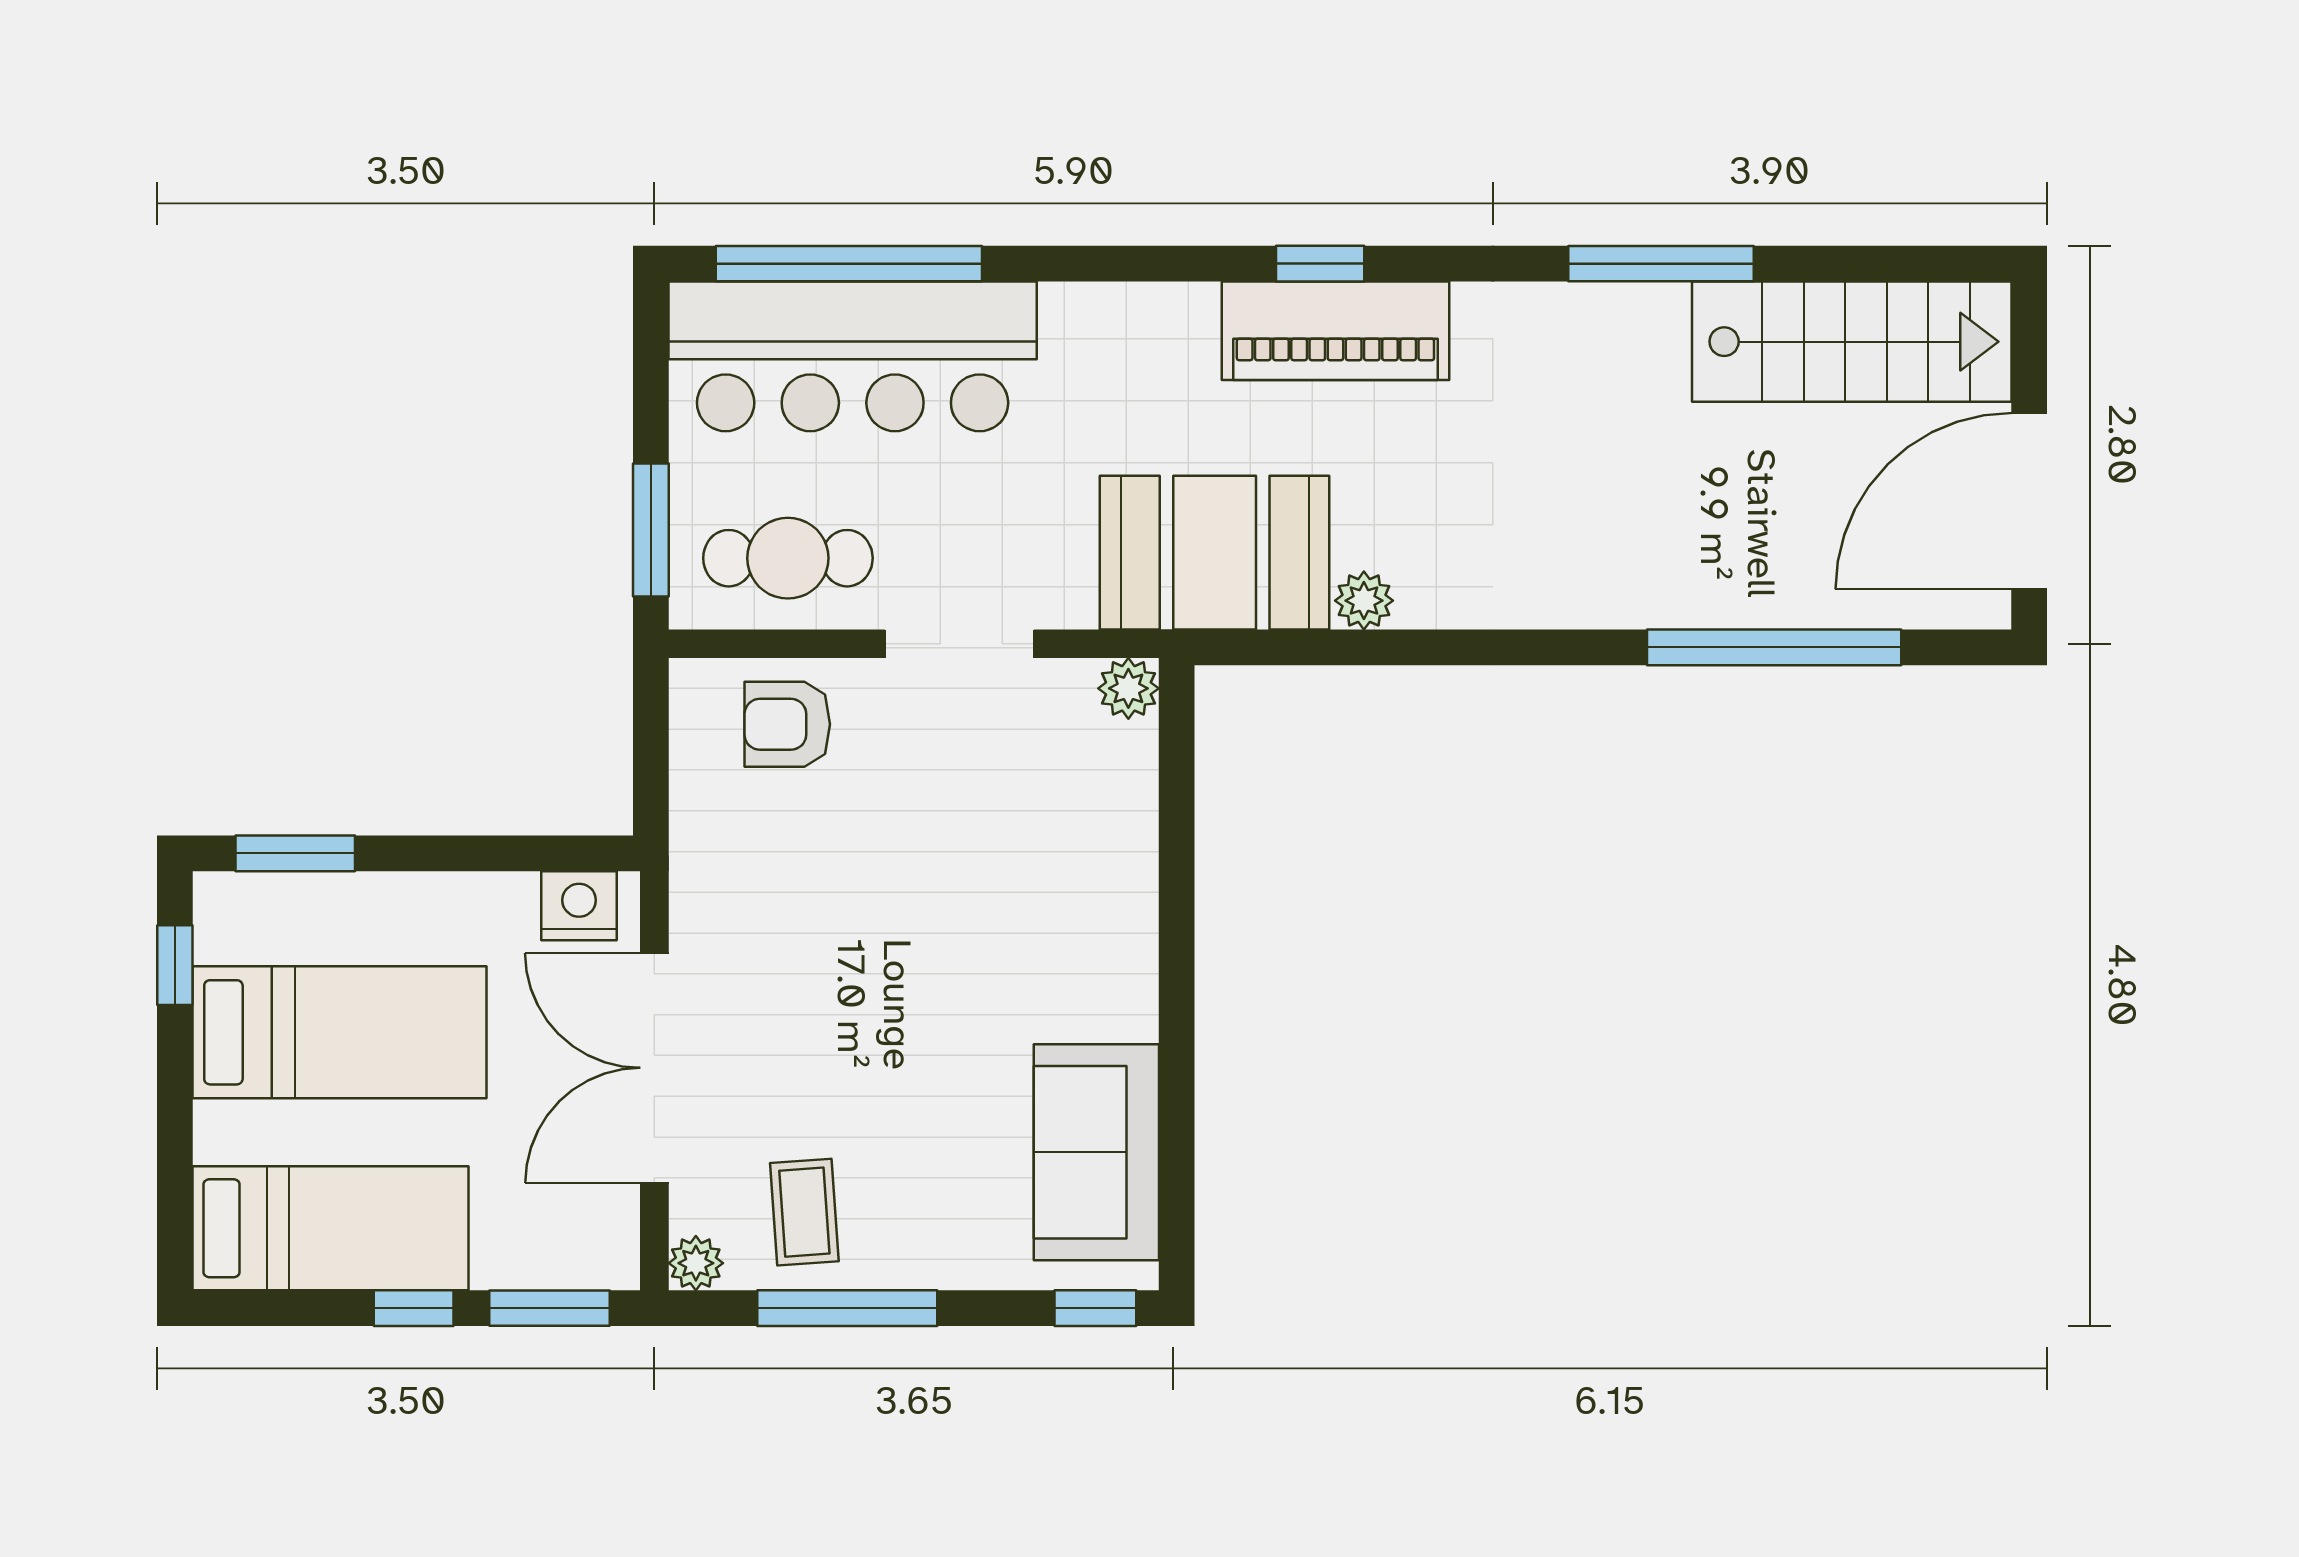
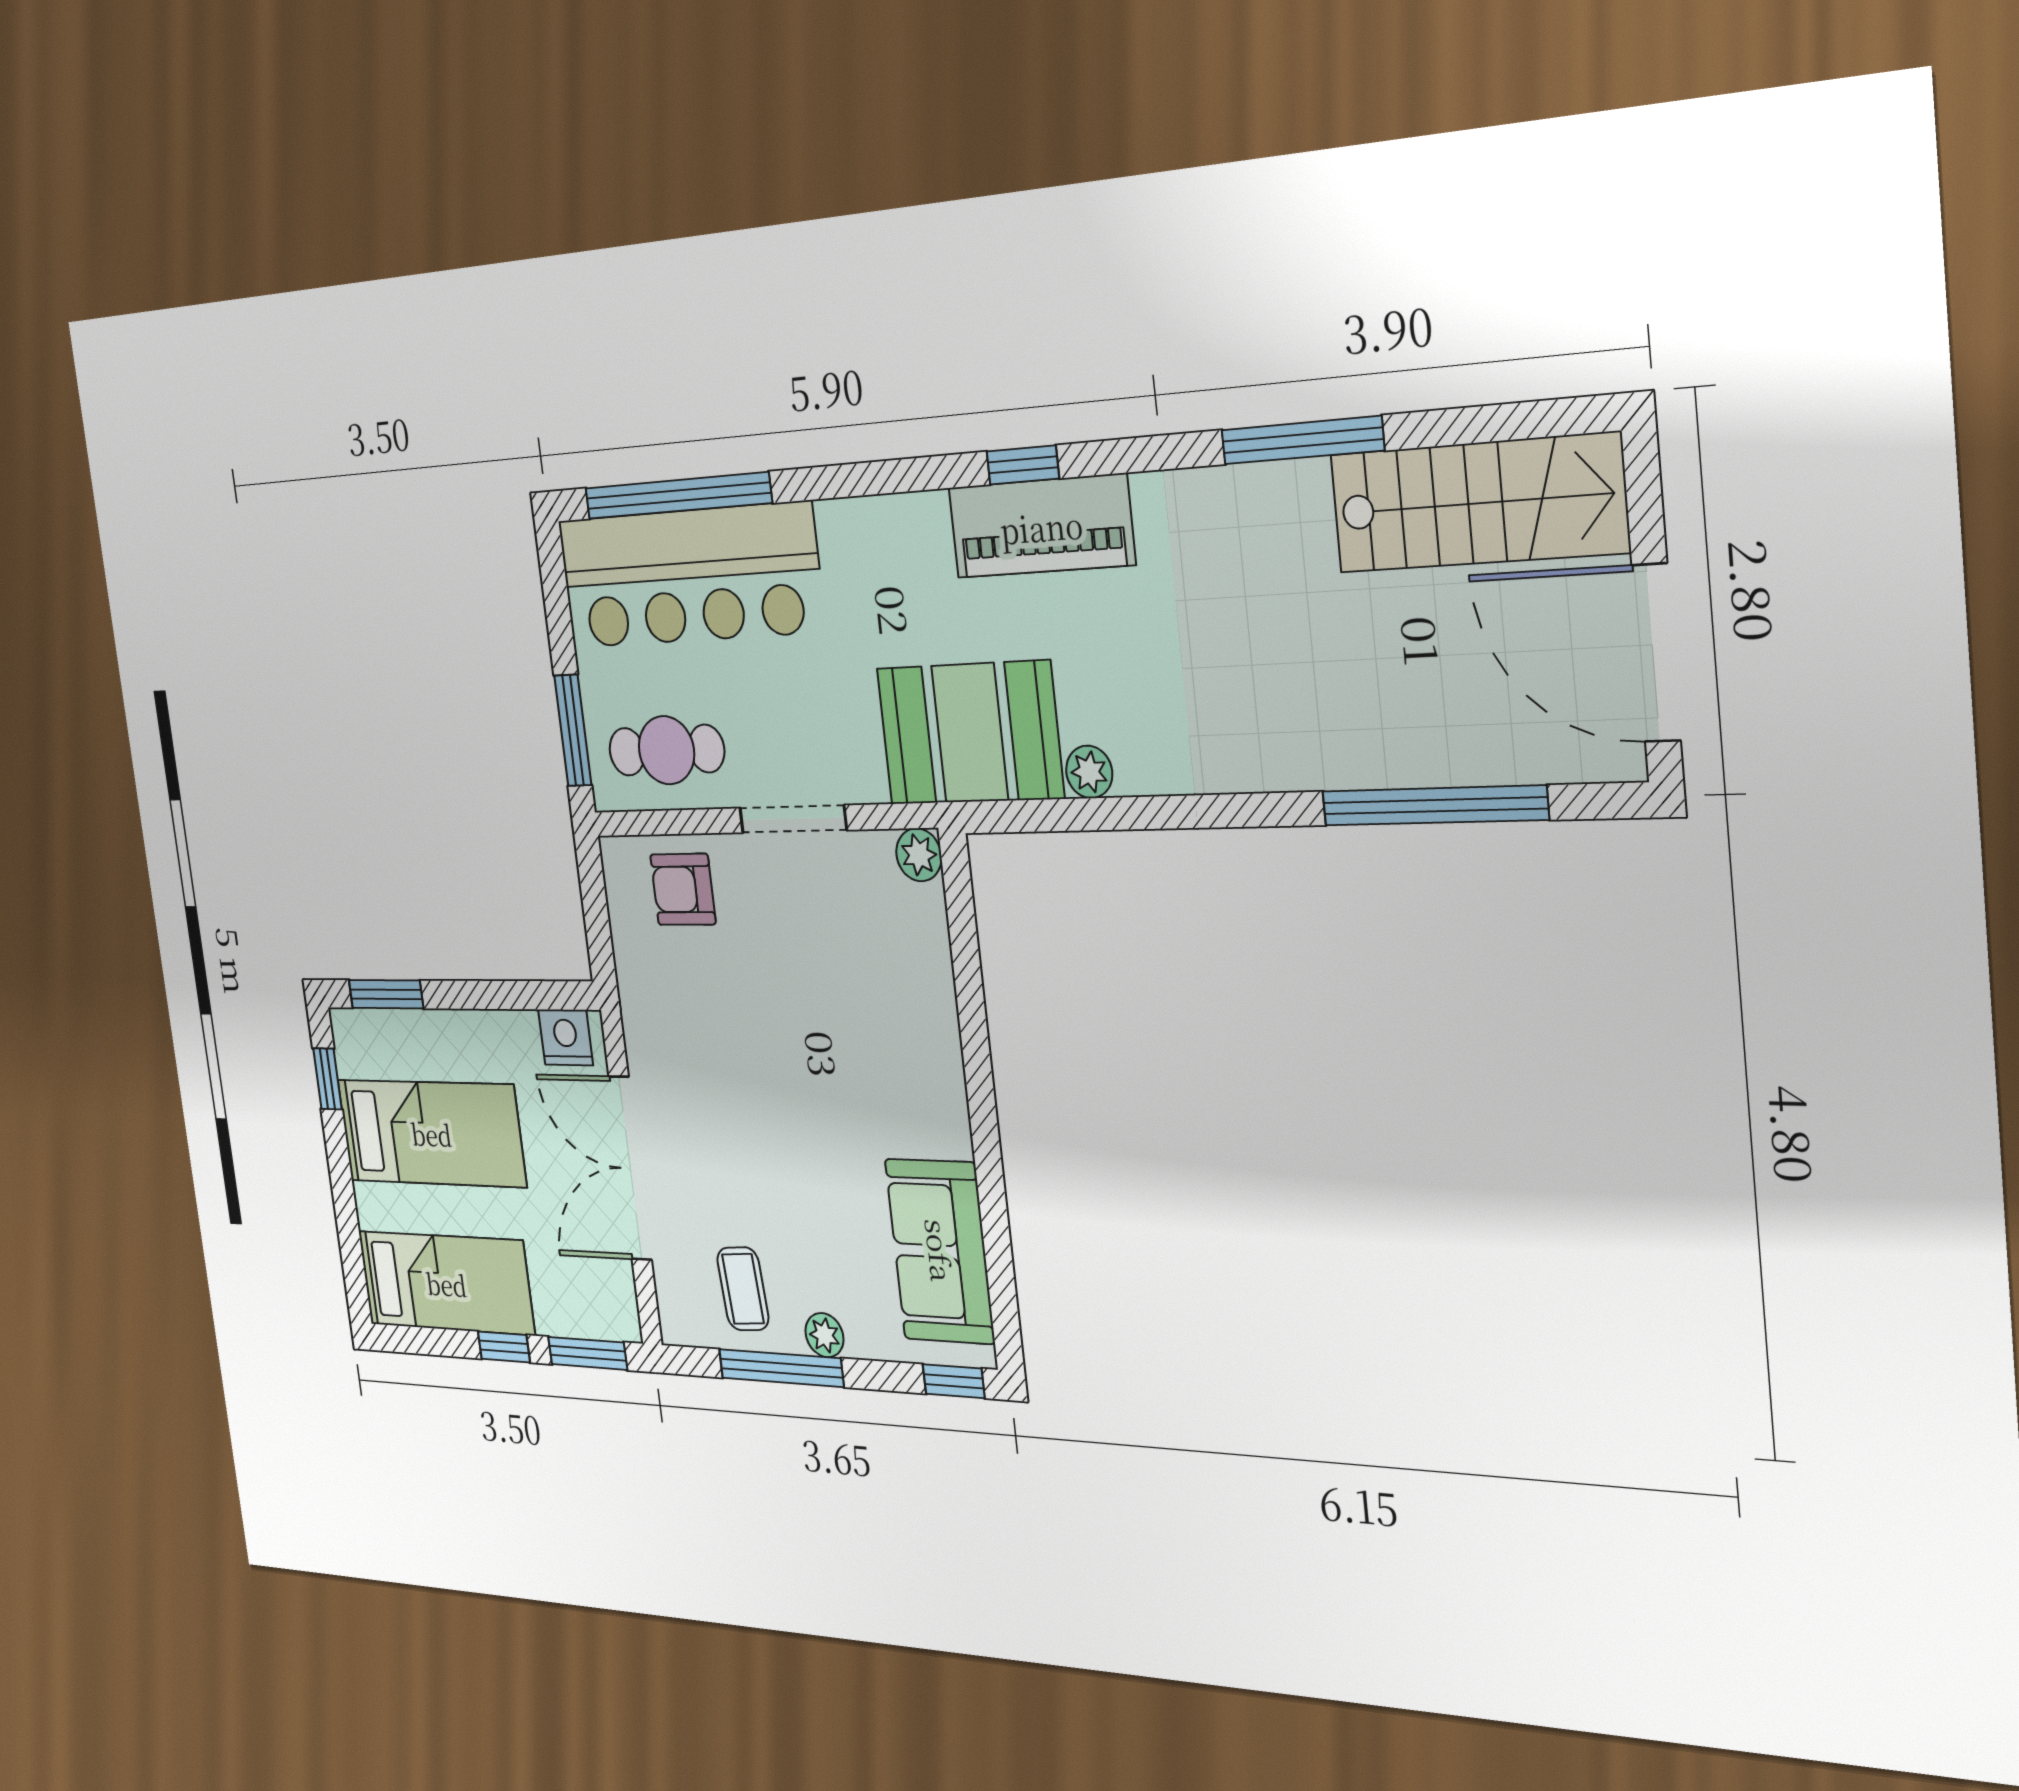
door: (2029, 501) -> (1656, 653), hinge flipped
plant: (696, 1263) -> (824, 1335), moved

